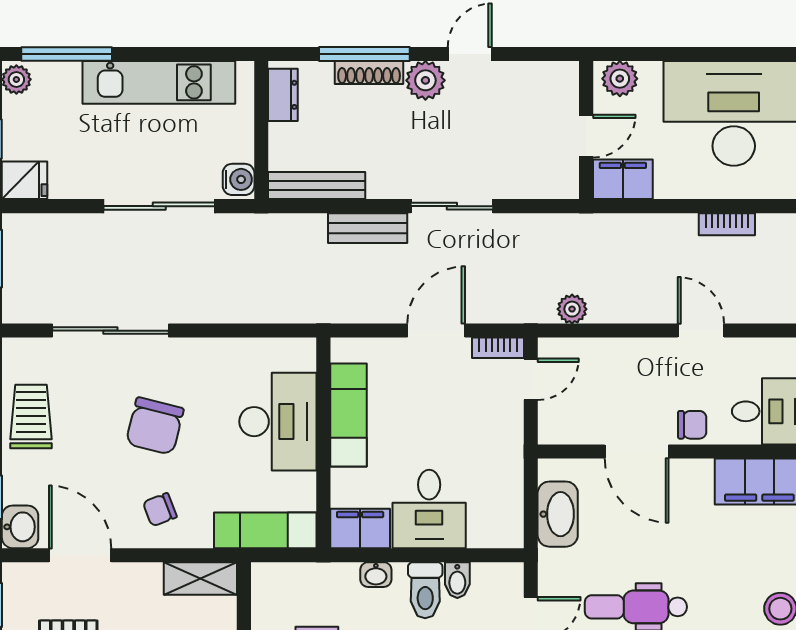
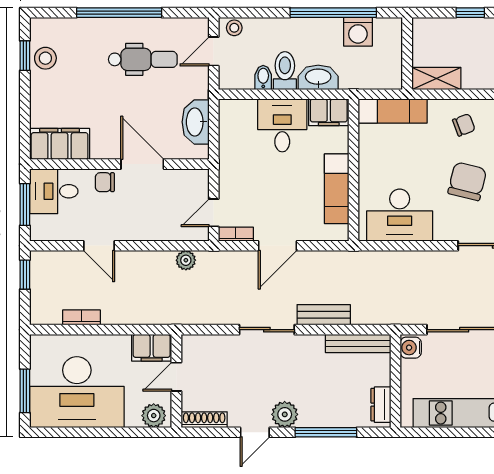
shoe rack: (369, 73) -> (204, 420), moved
desk: (278, 422) -> (400, 215), moved, turned -90
washbasin: (376, 575) -> (318, 77), width x1.91, depth x1.45

